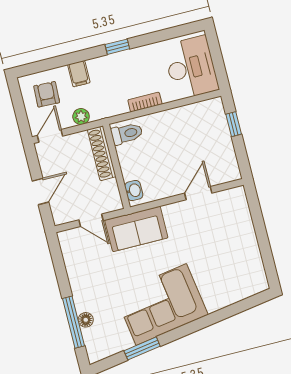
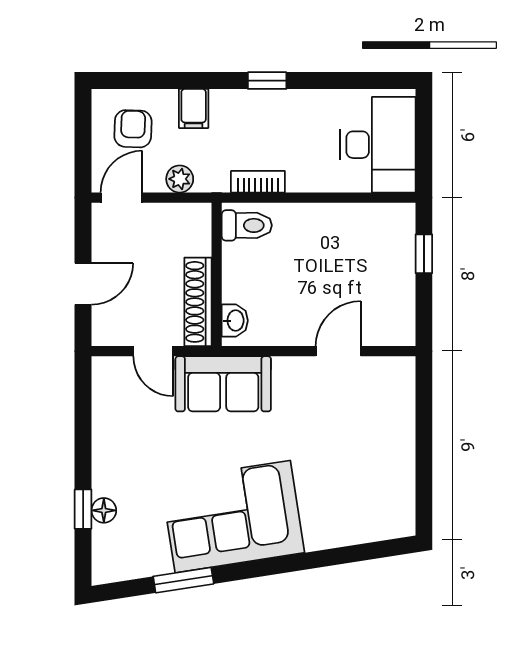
bookcase: (145, 102) -> (258, 182), moved
shoe rack: (102, 153) -> (198, 302), moved
window: (74, 322) -> (83, 509), width x0.46

